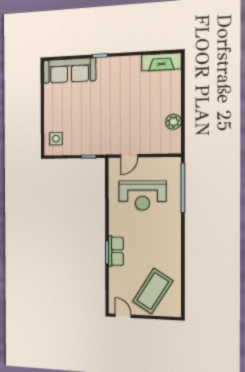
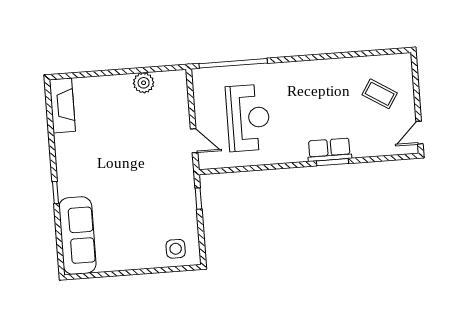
coffee table: (153, 291) -> (380, 94), width x0.54, depth x0.58

